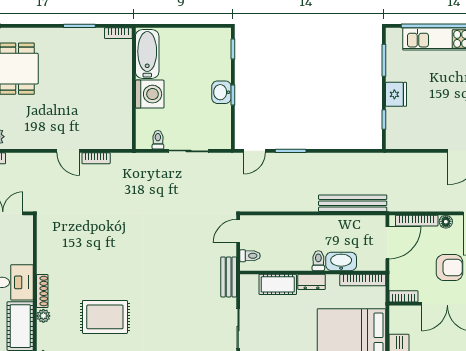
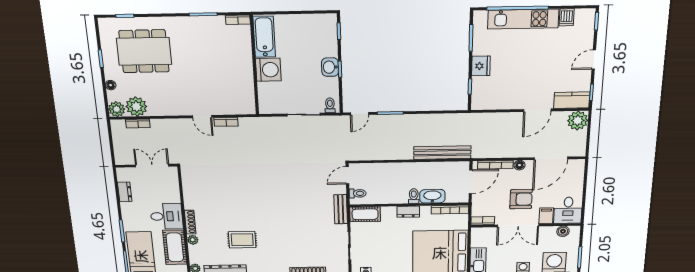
toilet: (158, 140) -> (330, 105), moved
cot: (278, 284) -> (365, 214), moved
rug: (105, 317) -> (242, 240), width x0.73, depth x0.70

